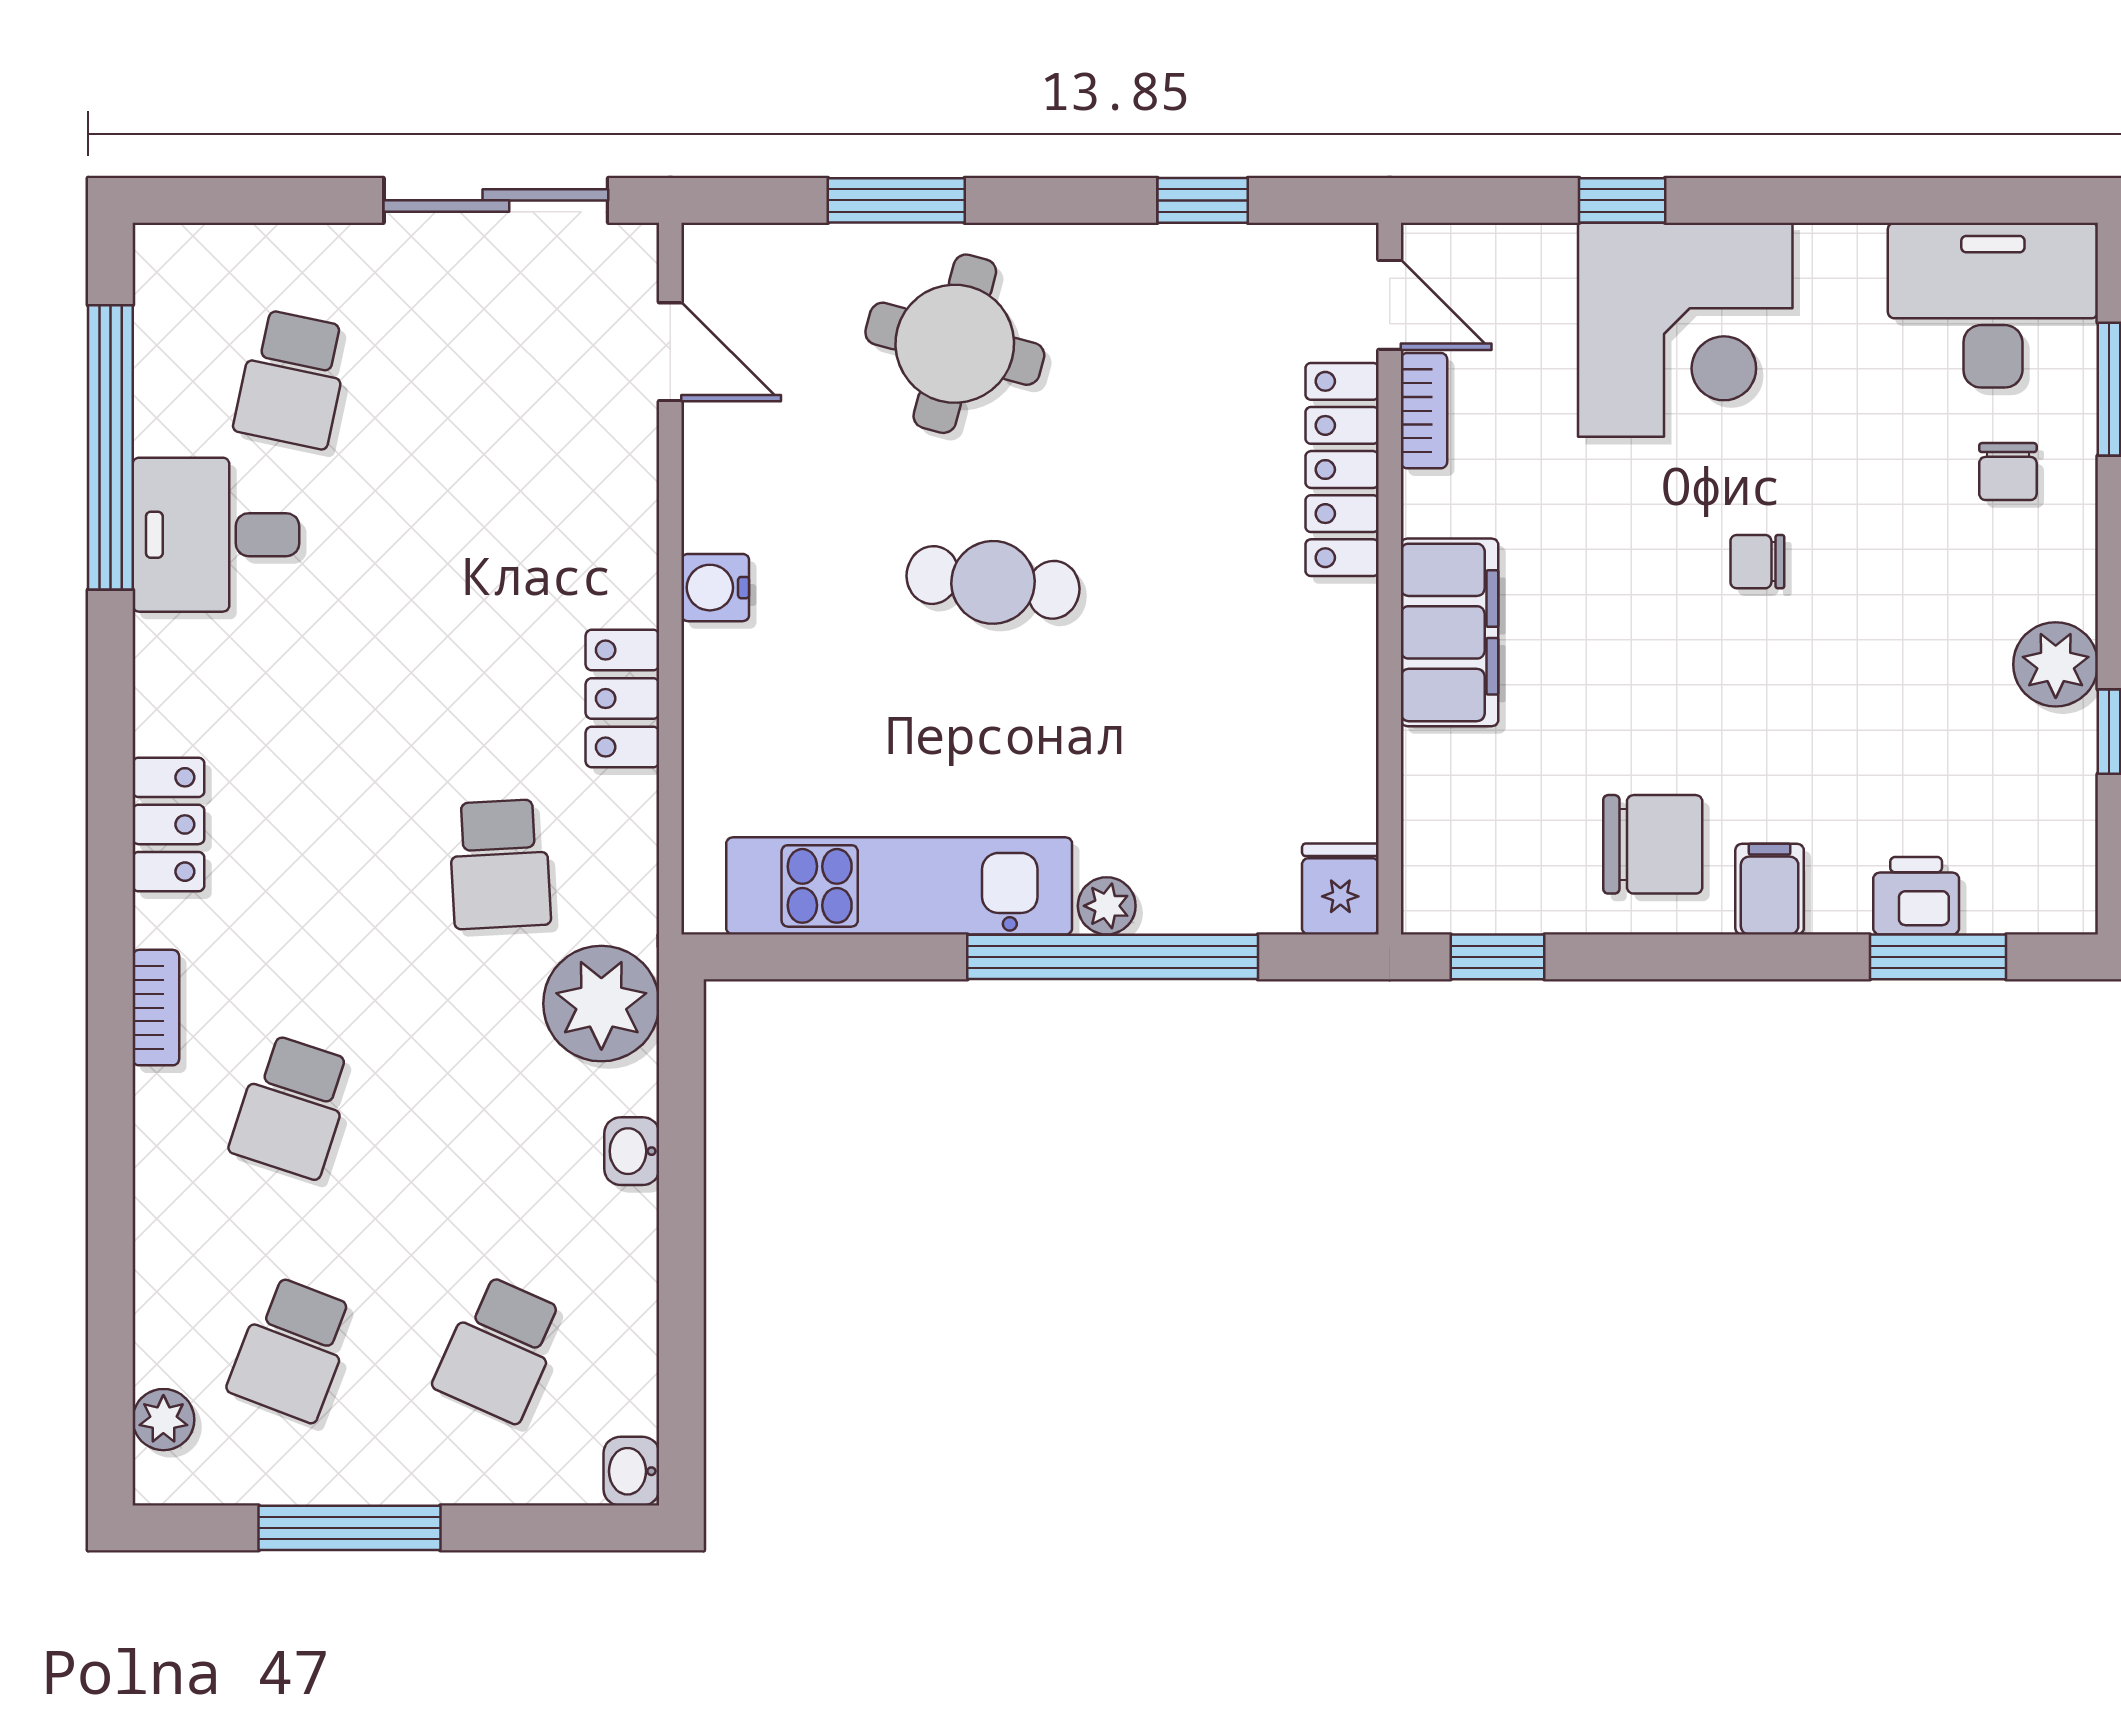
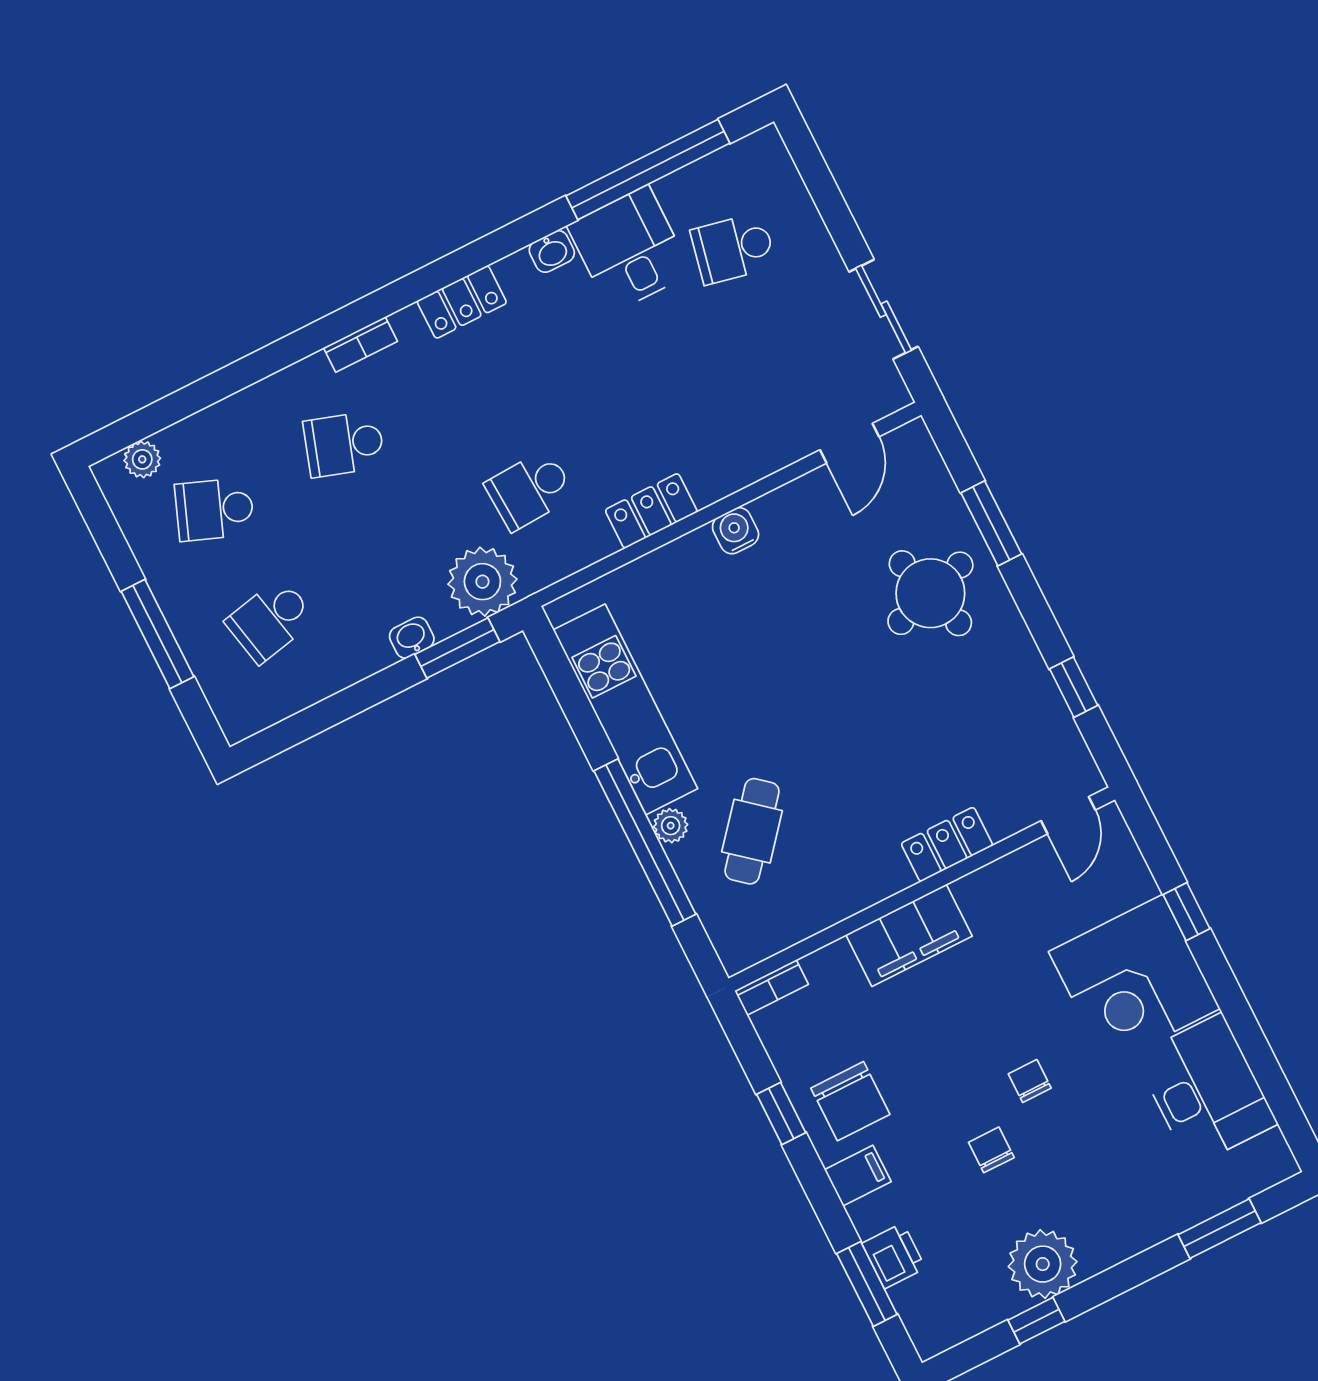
sliding door: (496, 200) -> (884, 309), width x0.73
desk: (1993, 305) -> (1206, 1090), moved
round table: (955, 344) -> (930, 593), turned -32
bookcase: (1424, 411) -> (771, 987), moved
locker: (1342, 470) -> (947, 844), width x0.66
chair: (2008, 472) -> (991, 1150), moved, turned 90
cafe table: (993, 582) -> (752, 831), moved, turned 33
plant: (2056, 664) -> (1043, 1264), width x1.36, depth x1.36
fridge: (1340, 889) -> (742, 946), removed
window: (1497, 957) -> (781, 1113), moved
window: (681, 1091) -> (457, 648), added
school desk: (500, 1349) -> (270, 620), turned -36
washbasin: (631, 1471) -> (552, 251), moved, turned 180
window: (349, 1528) -> (157, 634), moved

